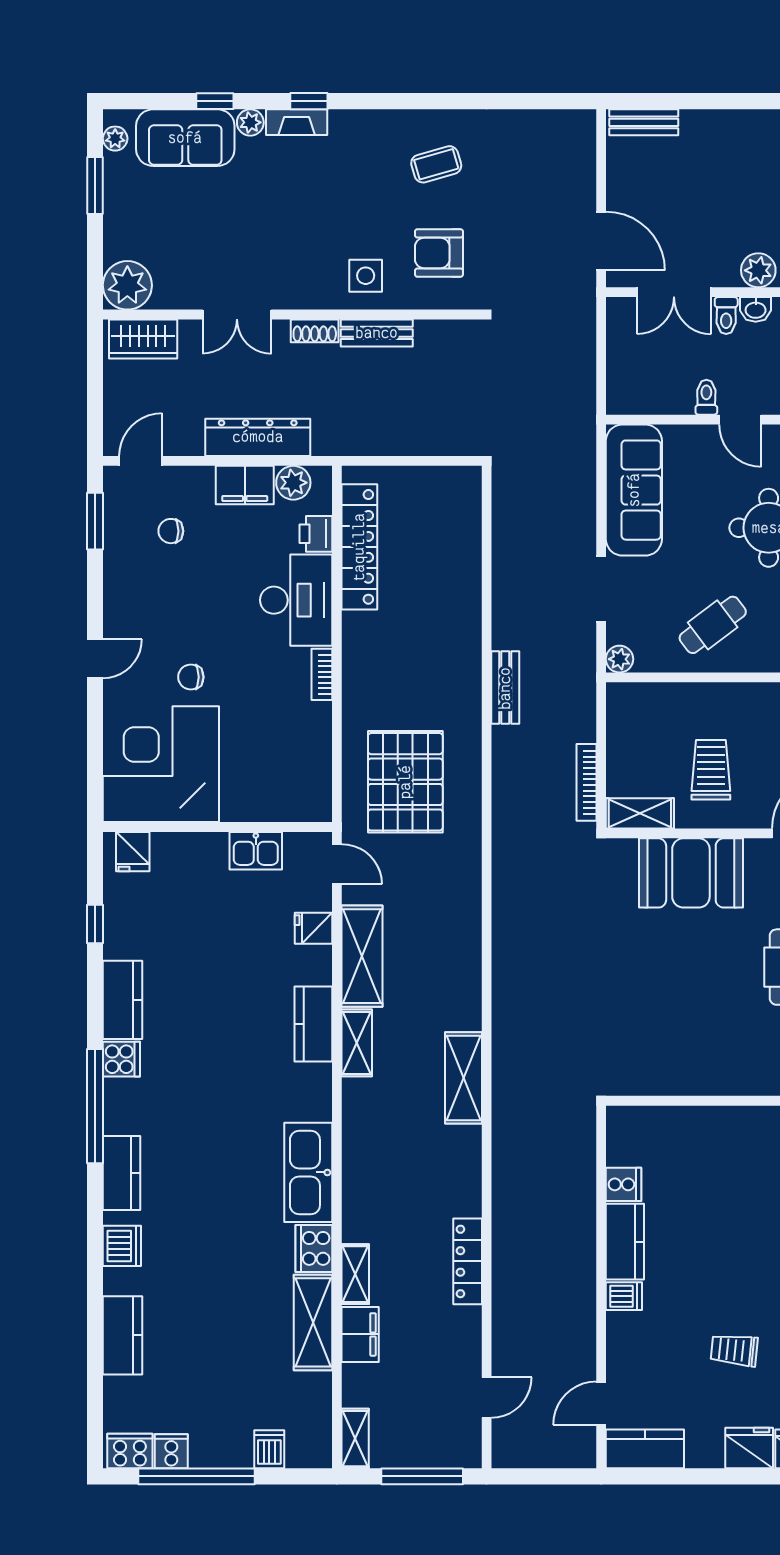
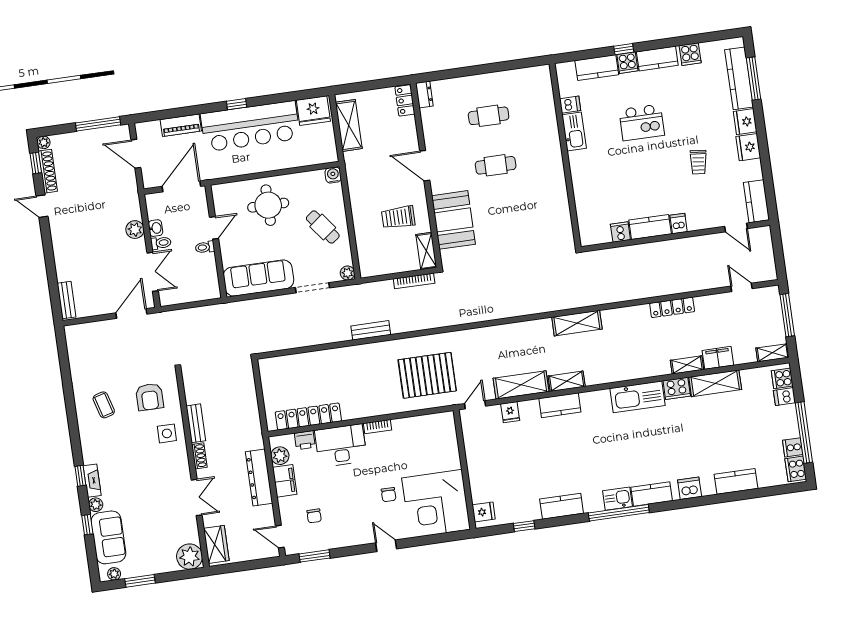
kitchen sink: (256, 851) -> (617, 499), moved, turned -90
cooker: (121, 1059) -> (782, 378), moved, turned -90

